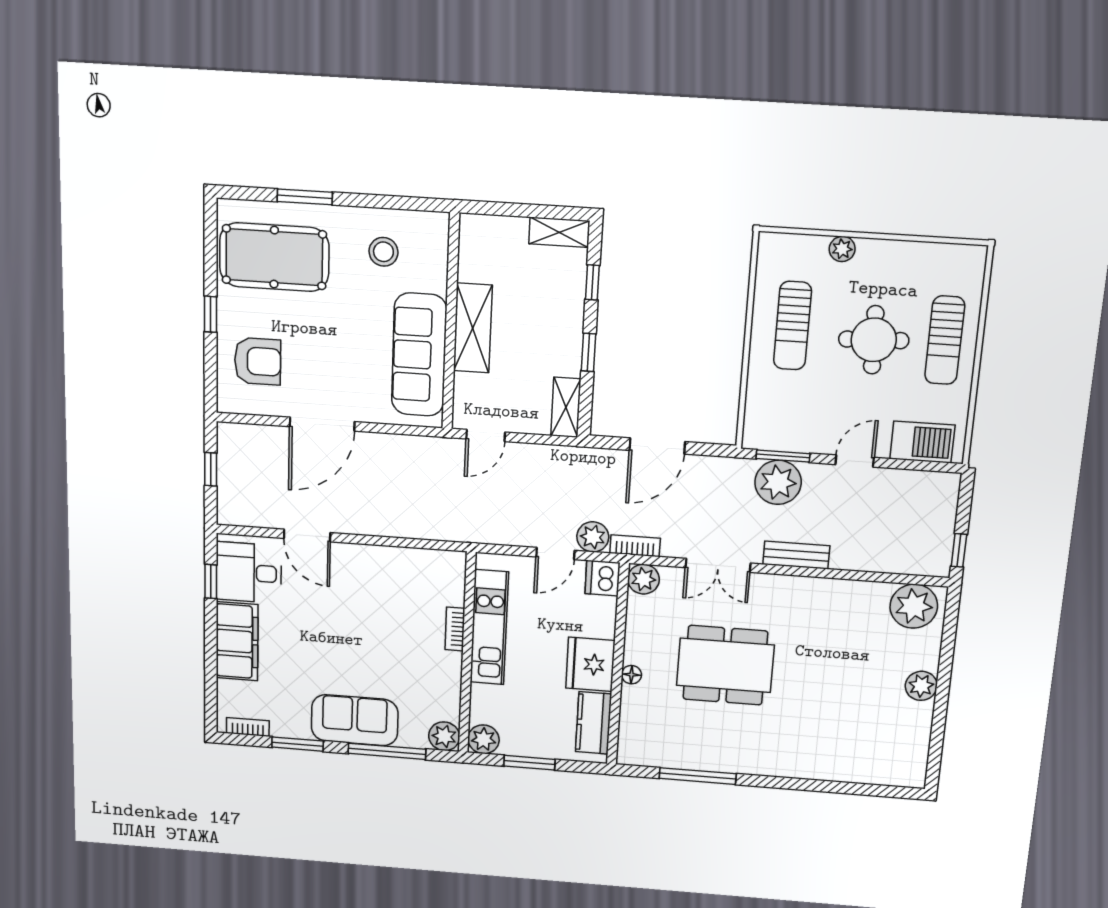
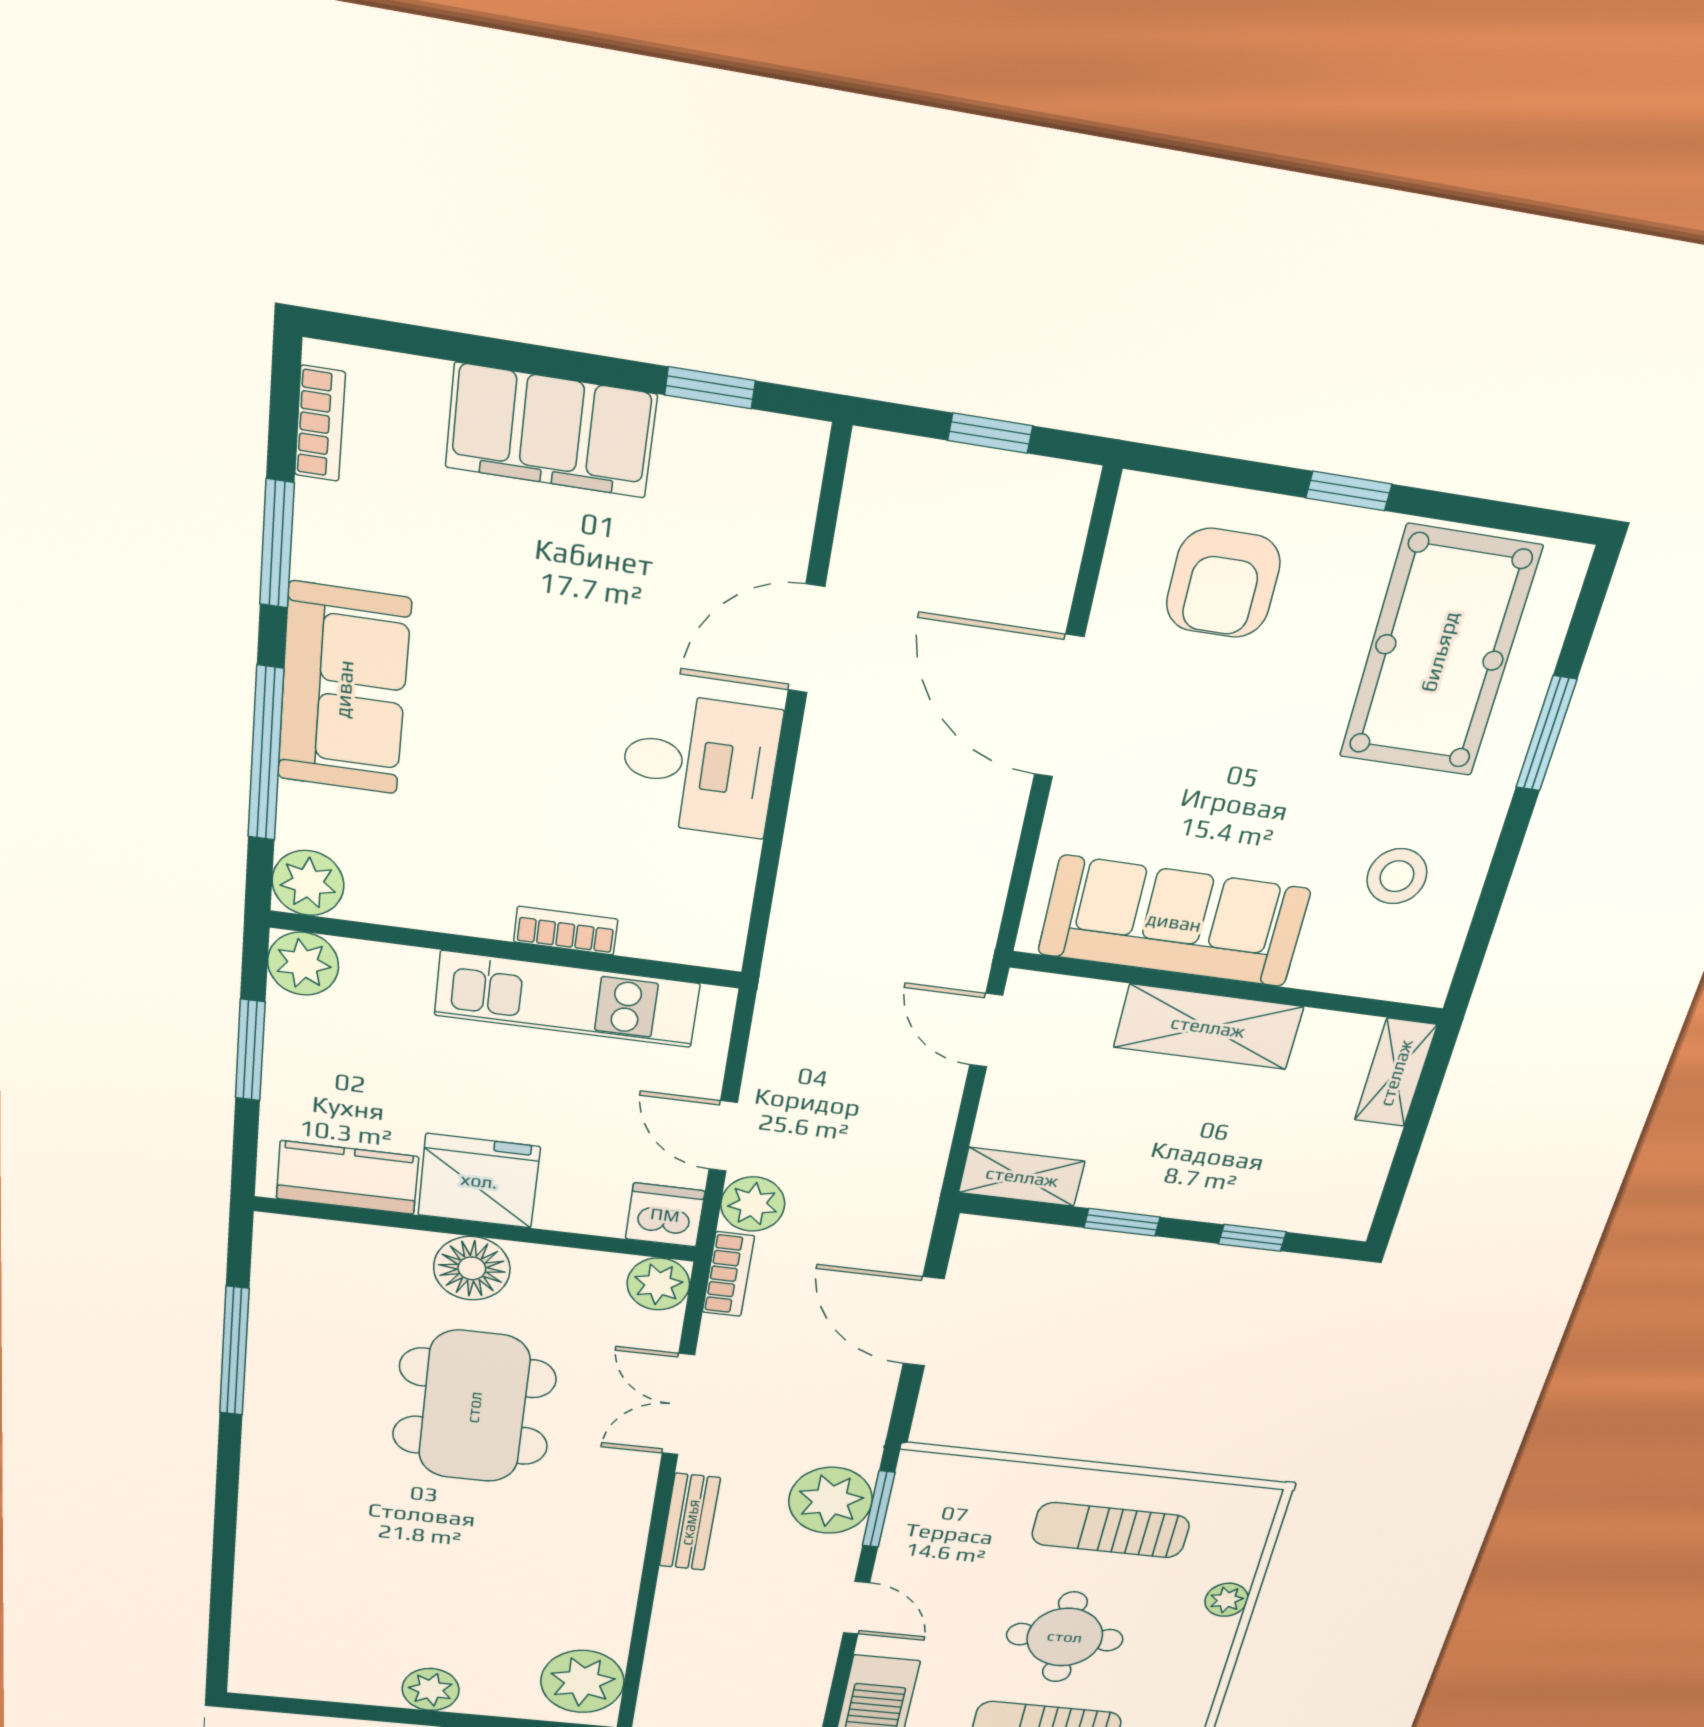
shelving: (559, 232) -> (1396, 1073), moved
desk: (249, 573) -> (700, 765), moved, turned 90
floor lamp: (631, 675) -> (472, 1268), width x1.89, depth x1.89

